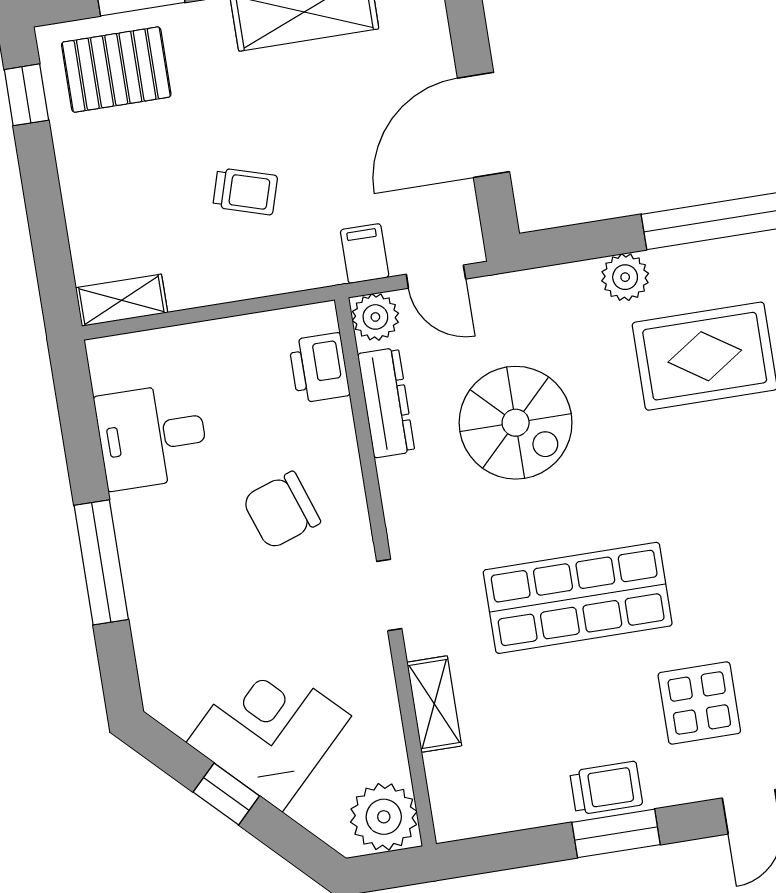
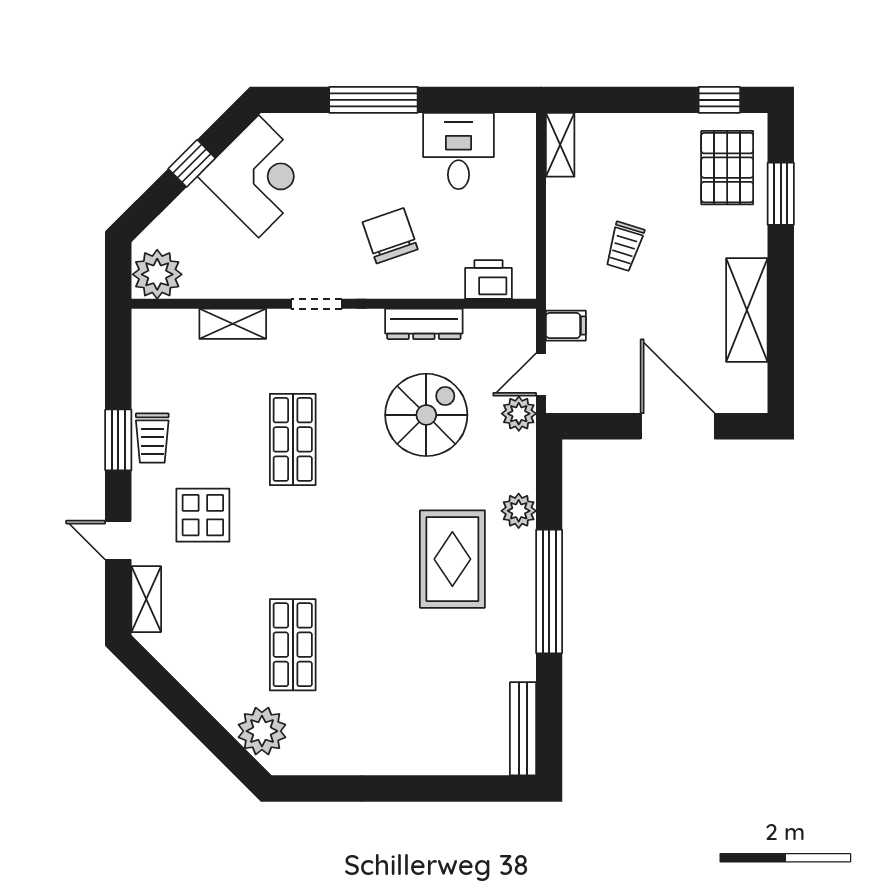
door: (484, 125) -> (678, 426), moved
plant: (375, 317) -> (519, 414), moved
dresser: (386, 403) -> (424, 324), moved
spiral stairs: (516, 423) -> (426, 415), turned 180
shop shelf: (578, 598) -> (293, 439), width x0.70, depth x0.74
corner desk: (269, 729) -> (259, 176), moved

